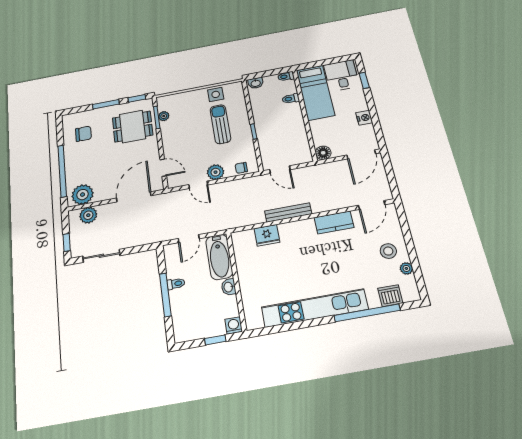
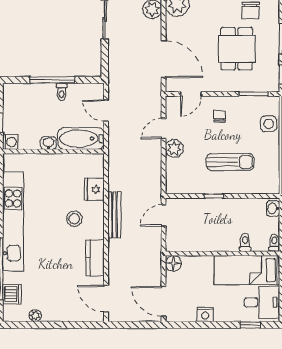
side table: (216, 94) -> (269, 124), moved
plant: (164, 116) -> (253, 102), removed
dining table: (133, 127) -> (237, 49), moved
chair: (241, 168) -> (219, 116), moved
stool: (388, 251) -> (74, 219), moved

